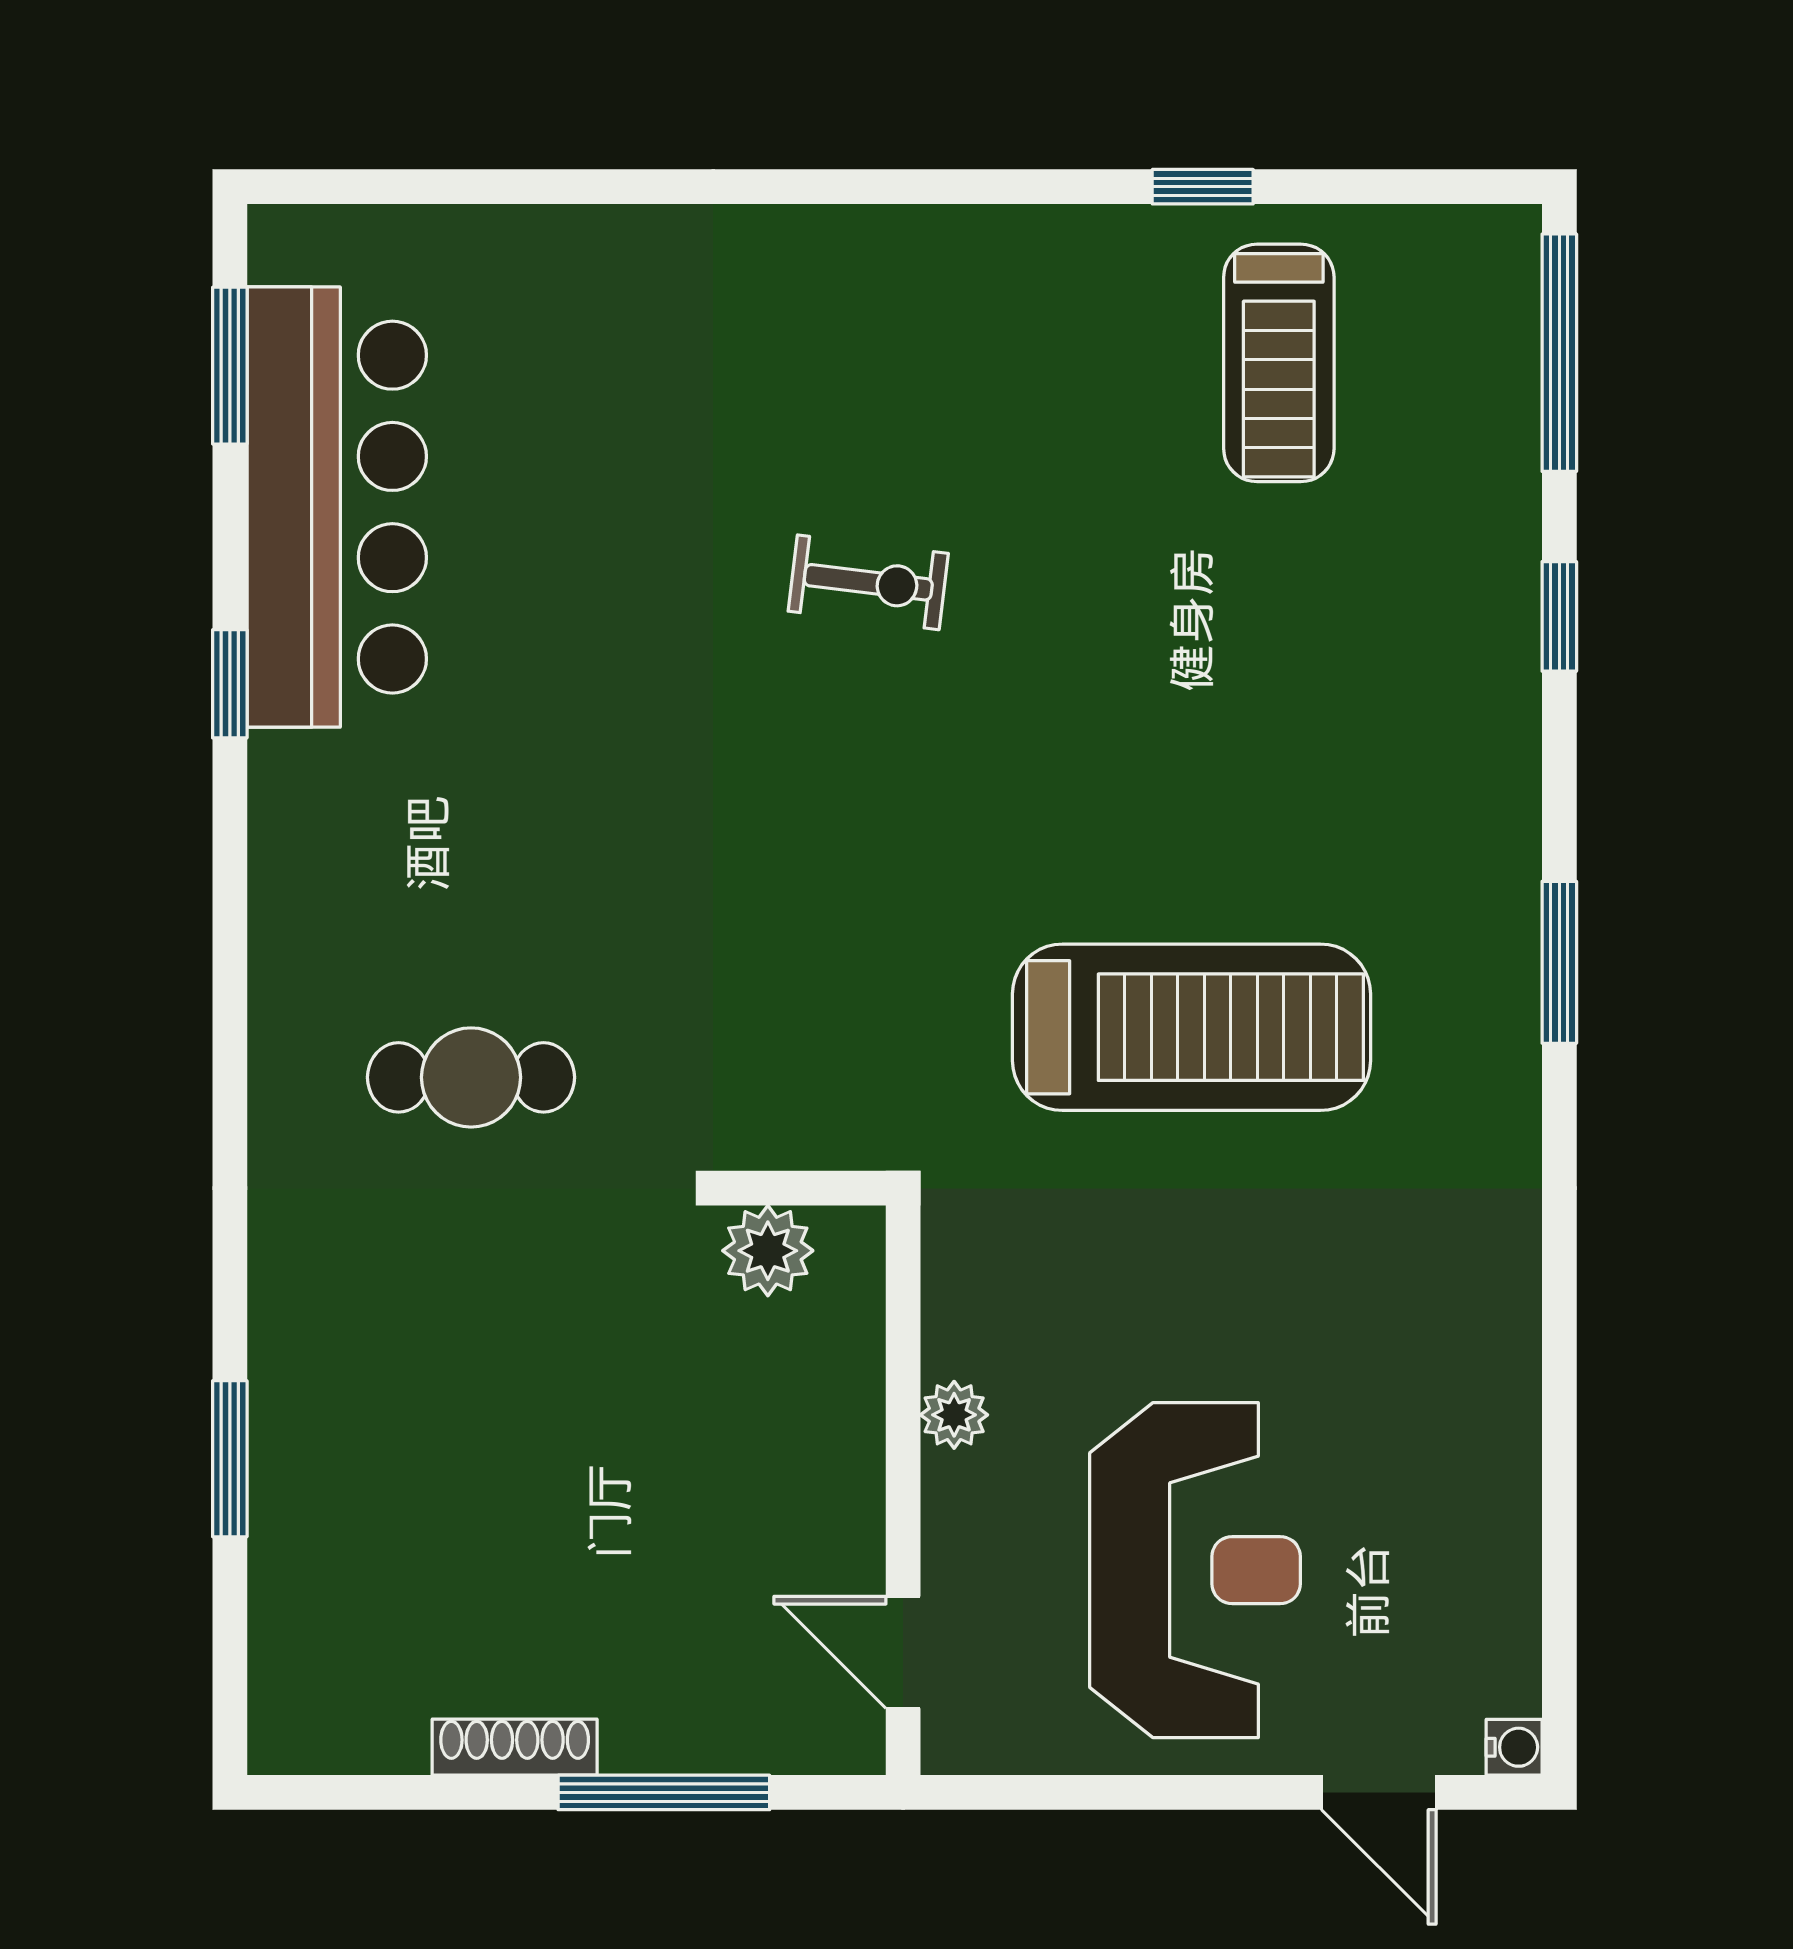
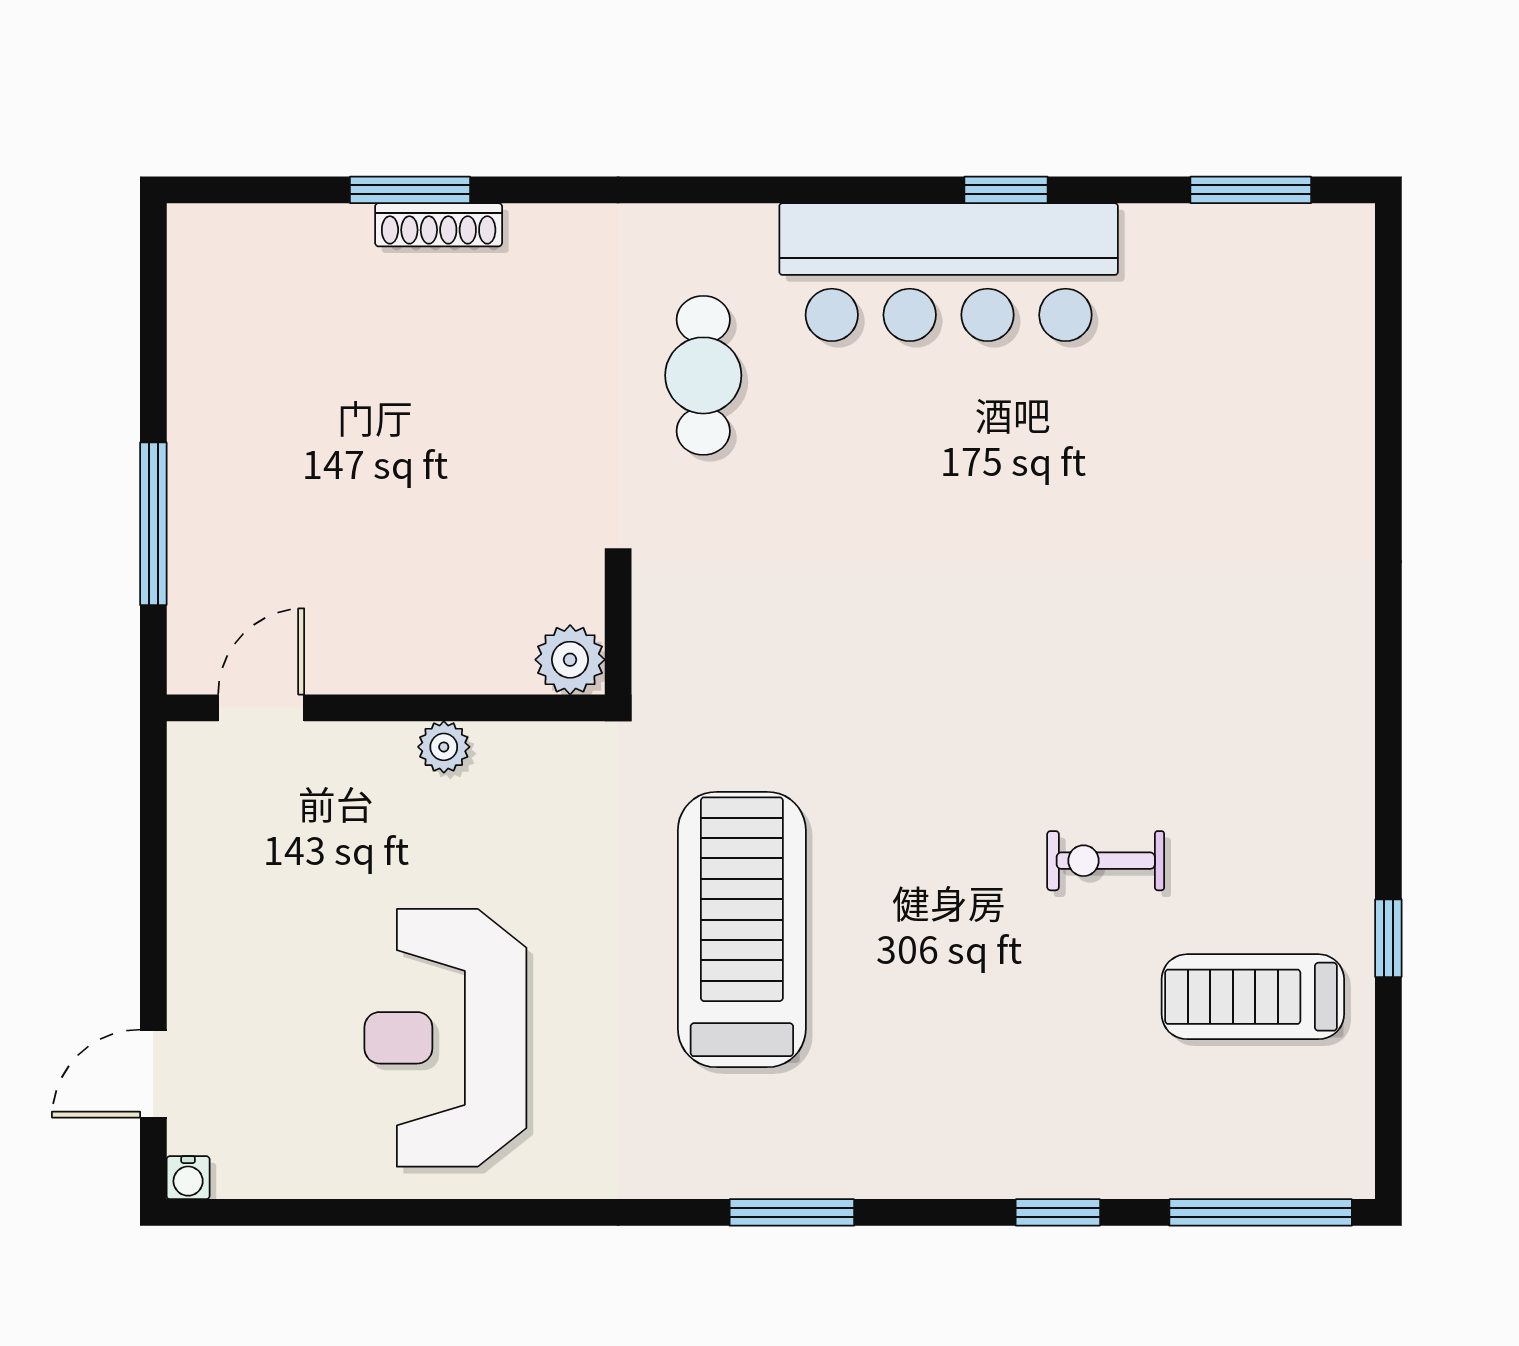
bar counter: (337, 507) -> (949, 272), moved
exercise bike: (868, 582) -> (1106, 861), moved, turned 83
treadmill: (1191, 1027) -> (742, 930), turned 180
plant: (768, 1251) -> (570, 660), moved
reception desk: (1195, 1570) -> (445, 1038), moved, turned 90
shoe rack: (515, 1747) -> (439, 225), moved, turned 90

